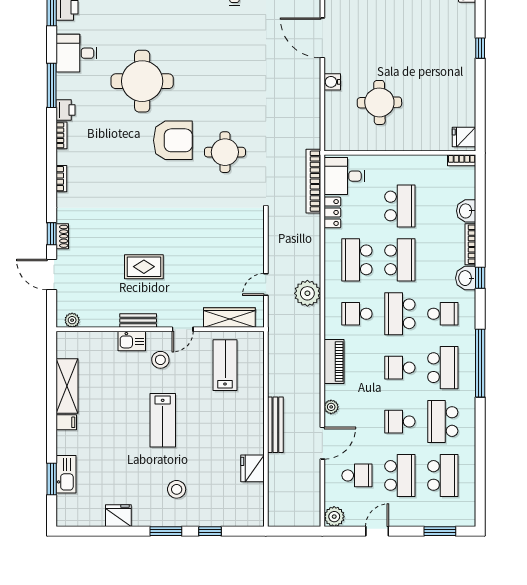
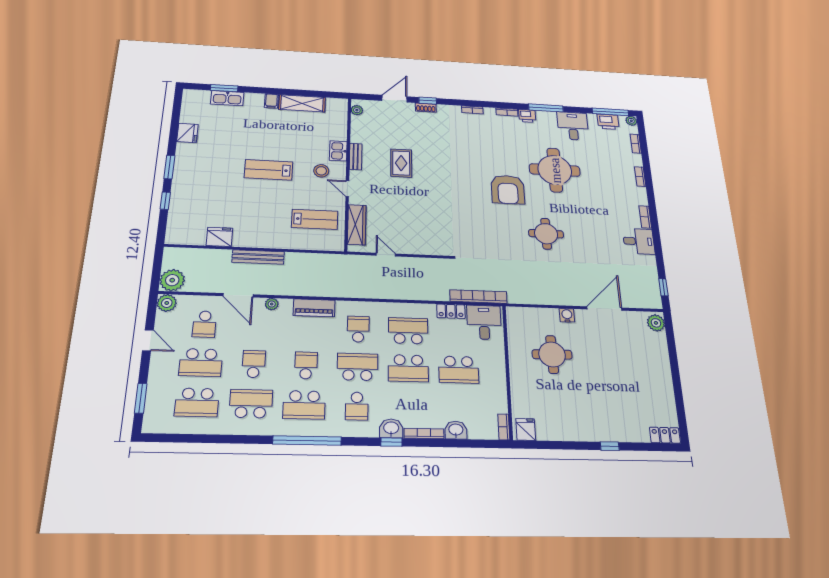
round table: (225, 152) -> (546, 234), moved
plant: (307, 293) -> (172, 280), moved
stool: (177, 489) -> (206, 177), removed

